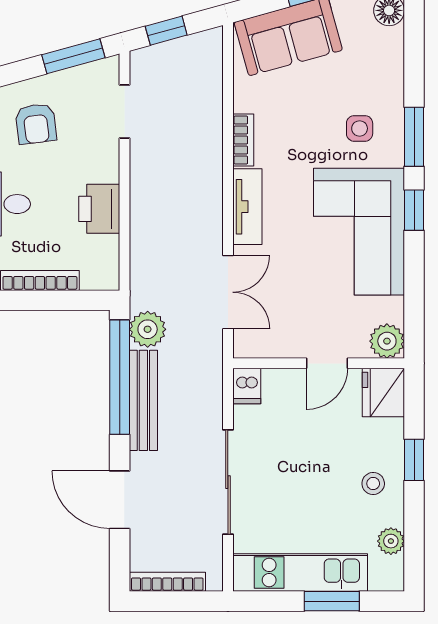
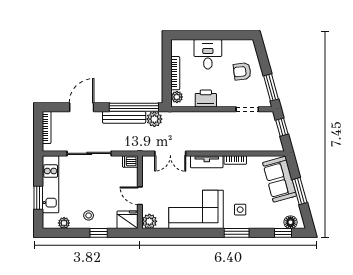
window: (414, 210) -> (283, 233), moved
plant: (96, 277) -> (177, 97), added

